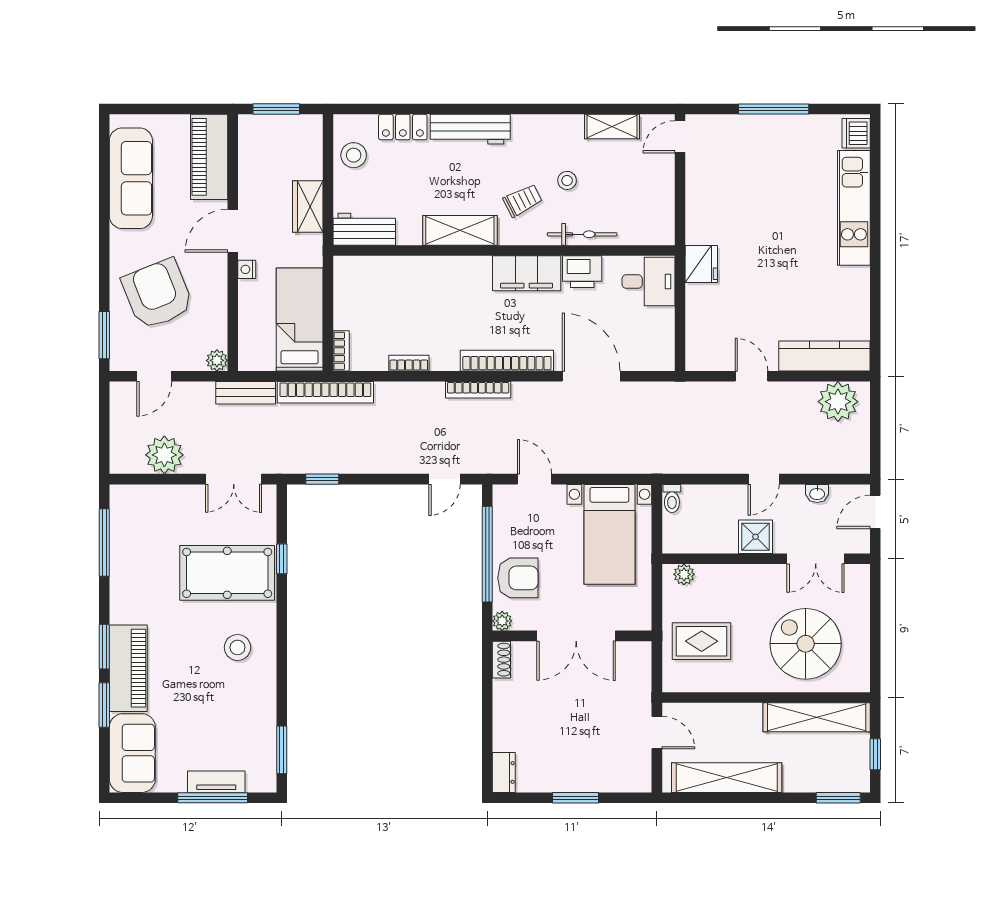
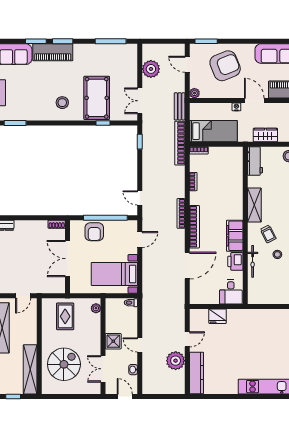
fridge: (701, 264) -> (218, 316), moved
plant: (838, 402) -> (176, 361), moved
plant: (502, 621) -> (74, 225), removed

